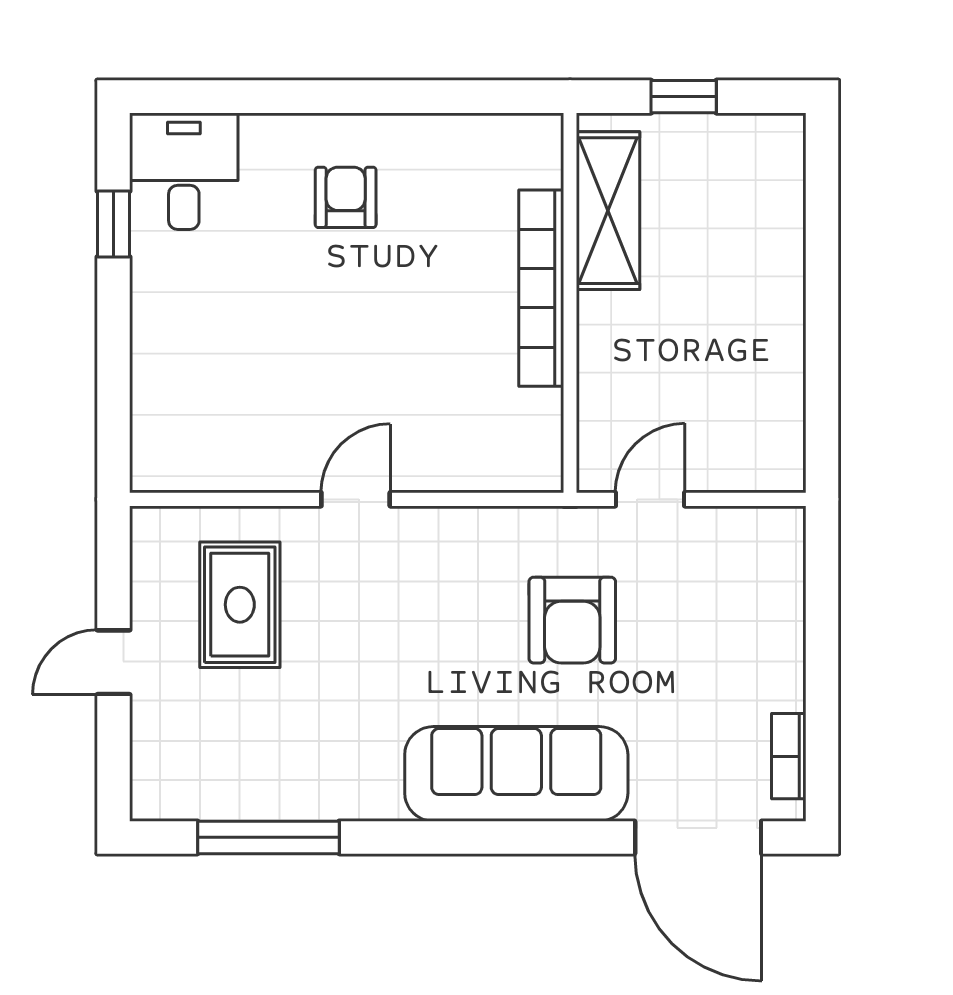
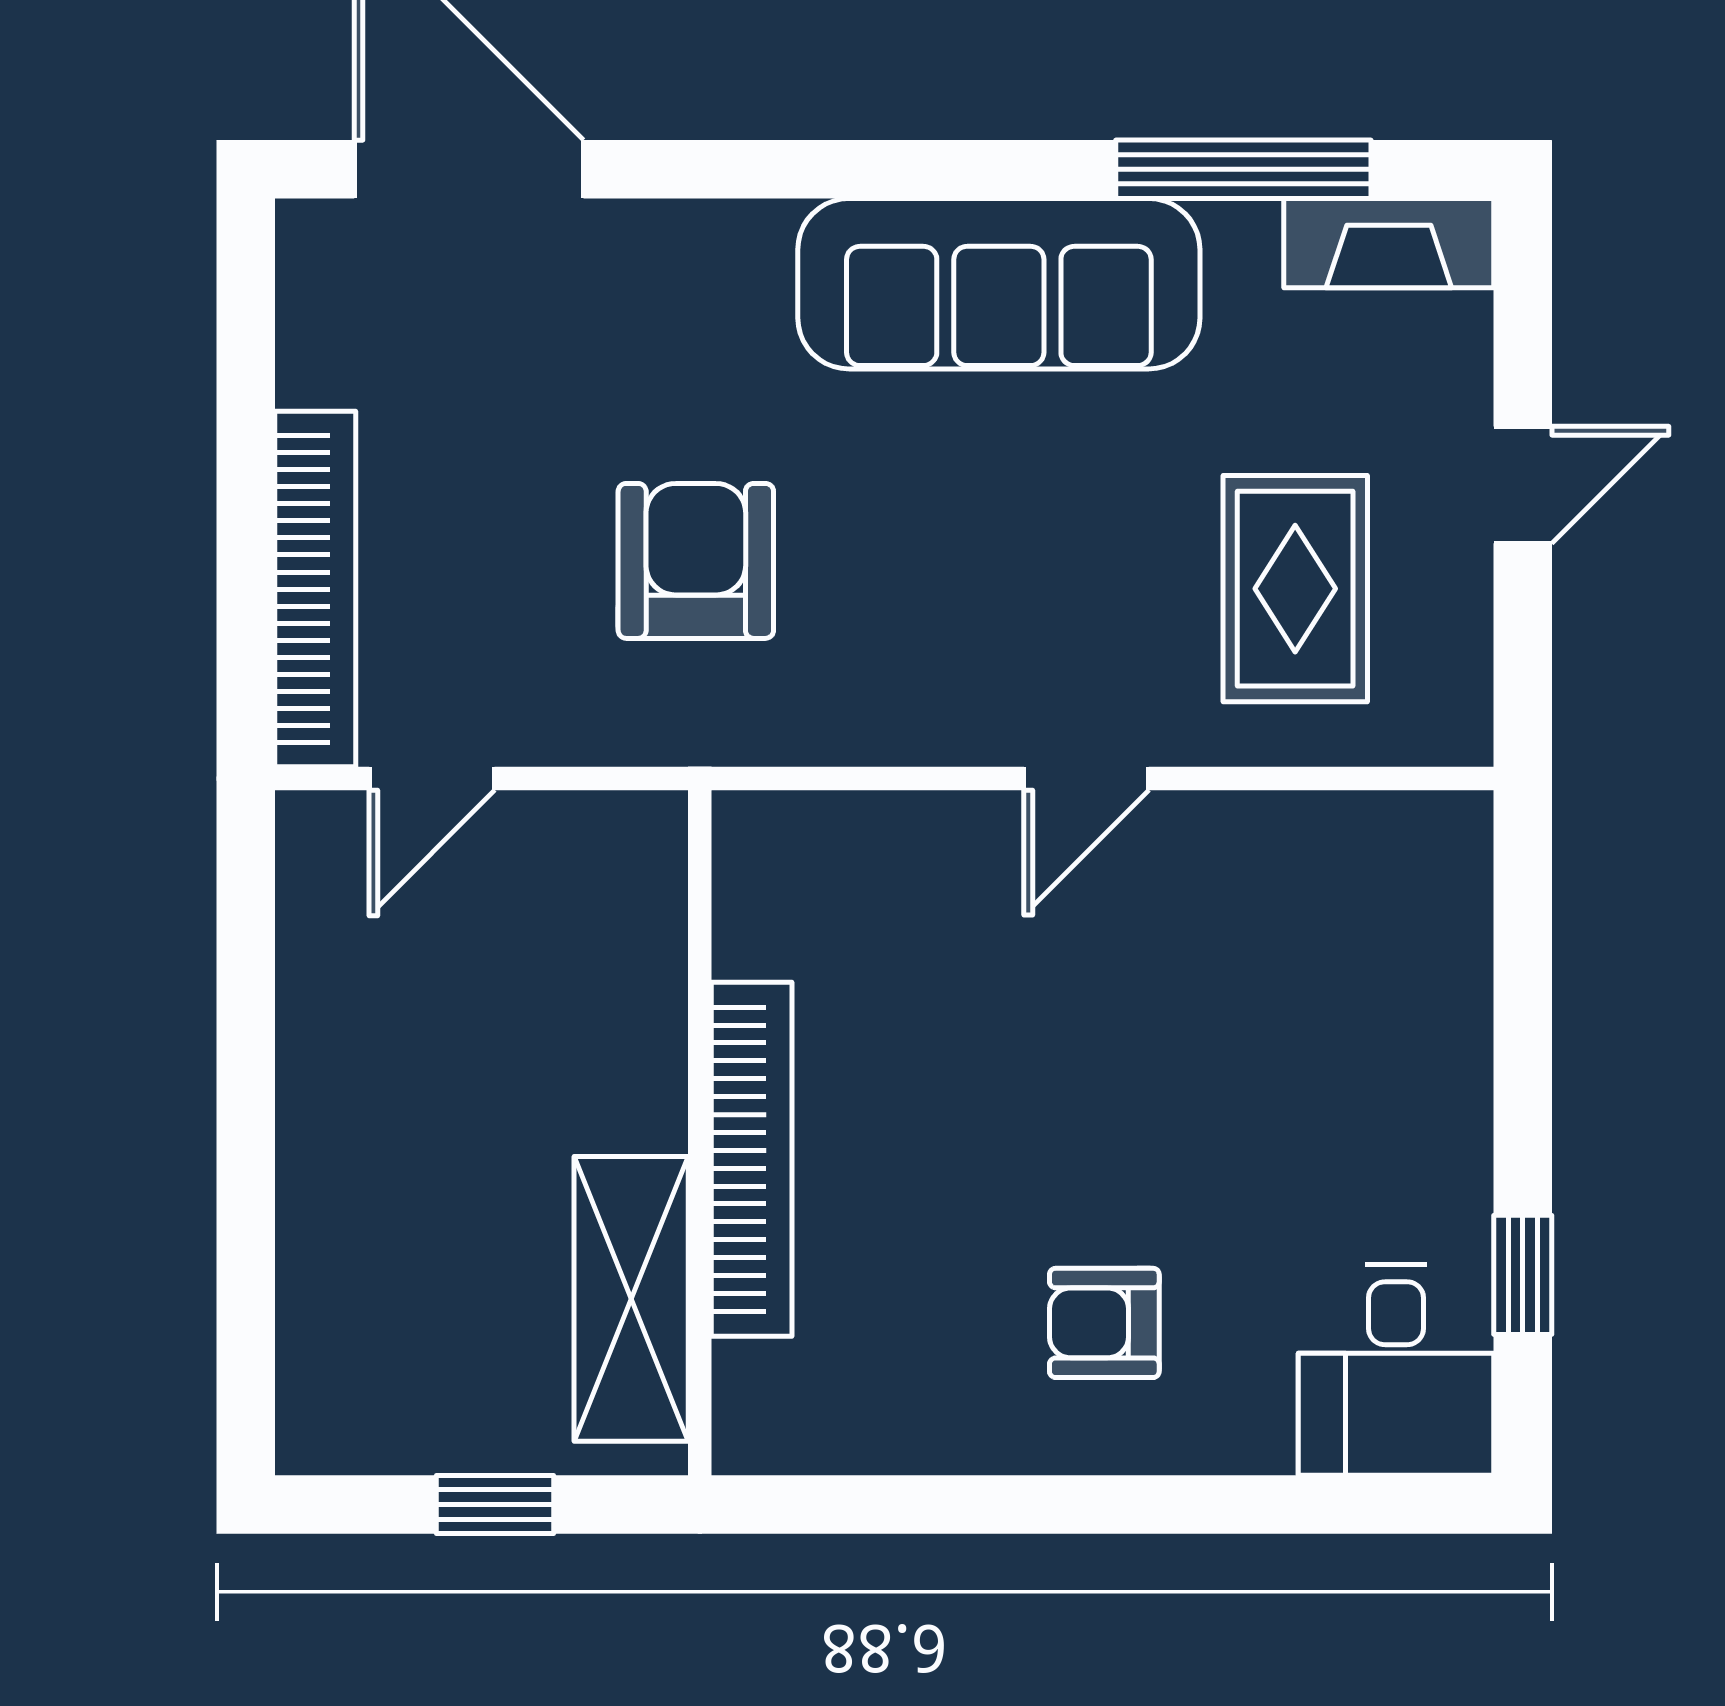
armchair: (346, 197) -> (1104, 1323), turned 90
door: (650, 499) -> (432, 779), moved
bookcase: (789, 756) -> (315, 589), moved, width x2.31, depth x1.31
sofa: (516, 774) -> (999, 284), moved
fireplace: (188, 796) -> (1389, 243), added

